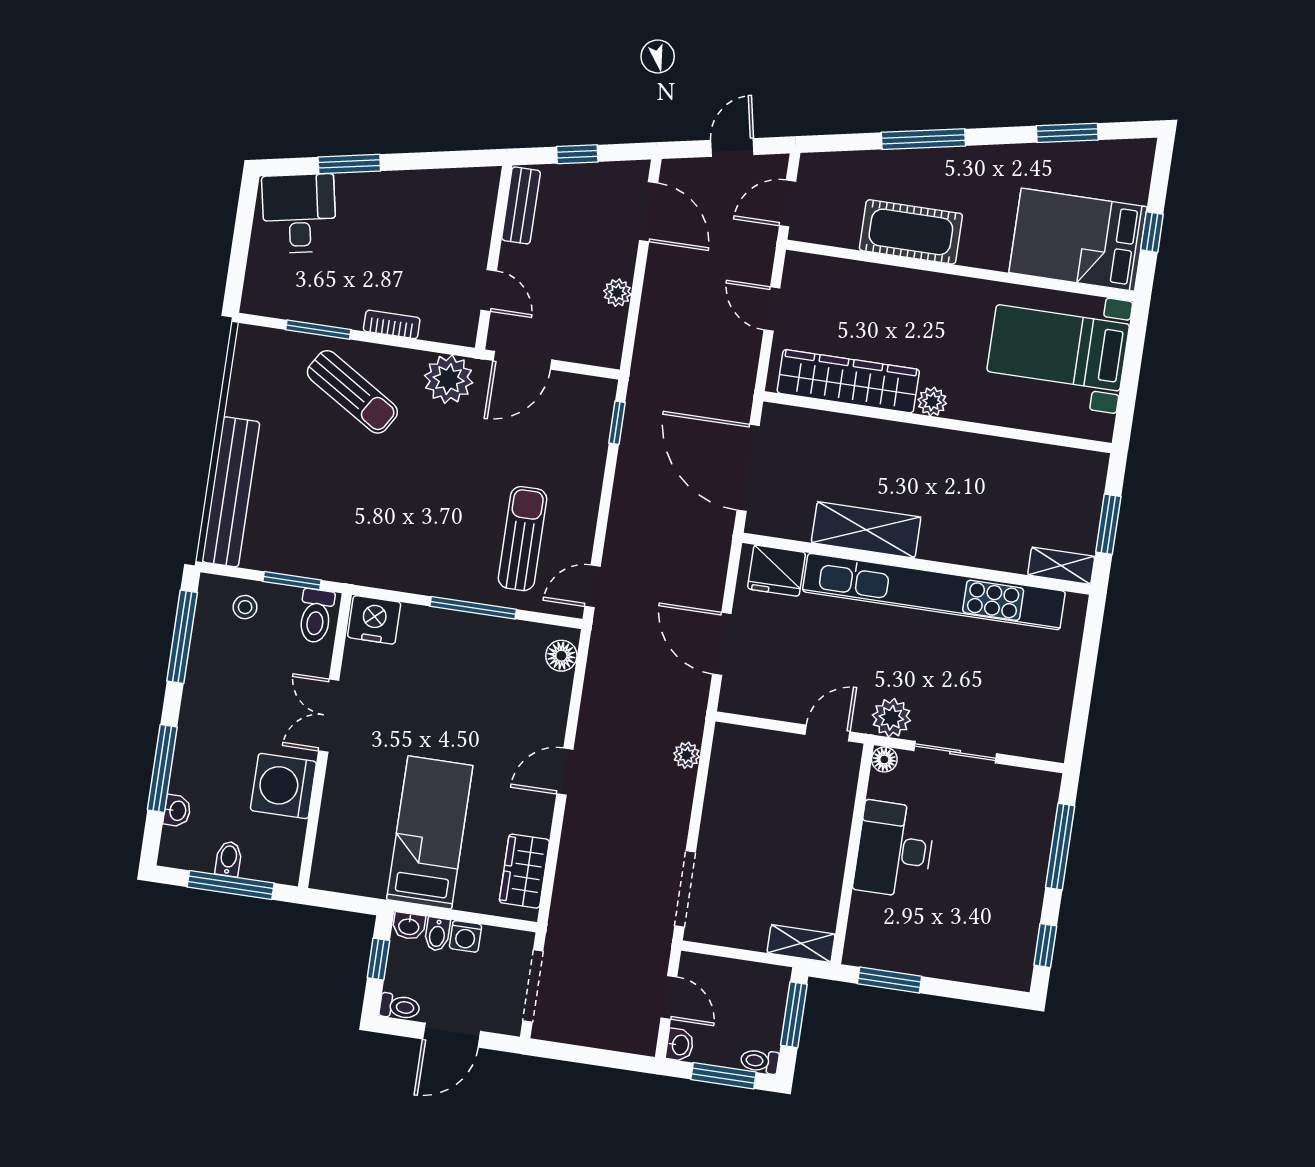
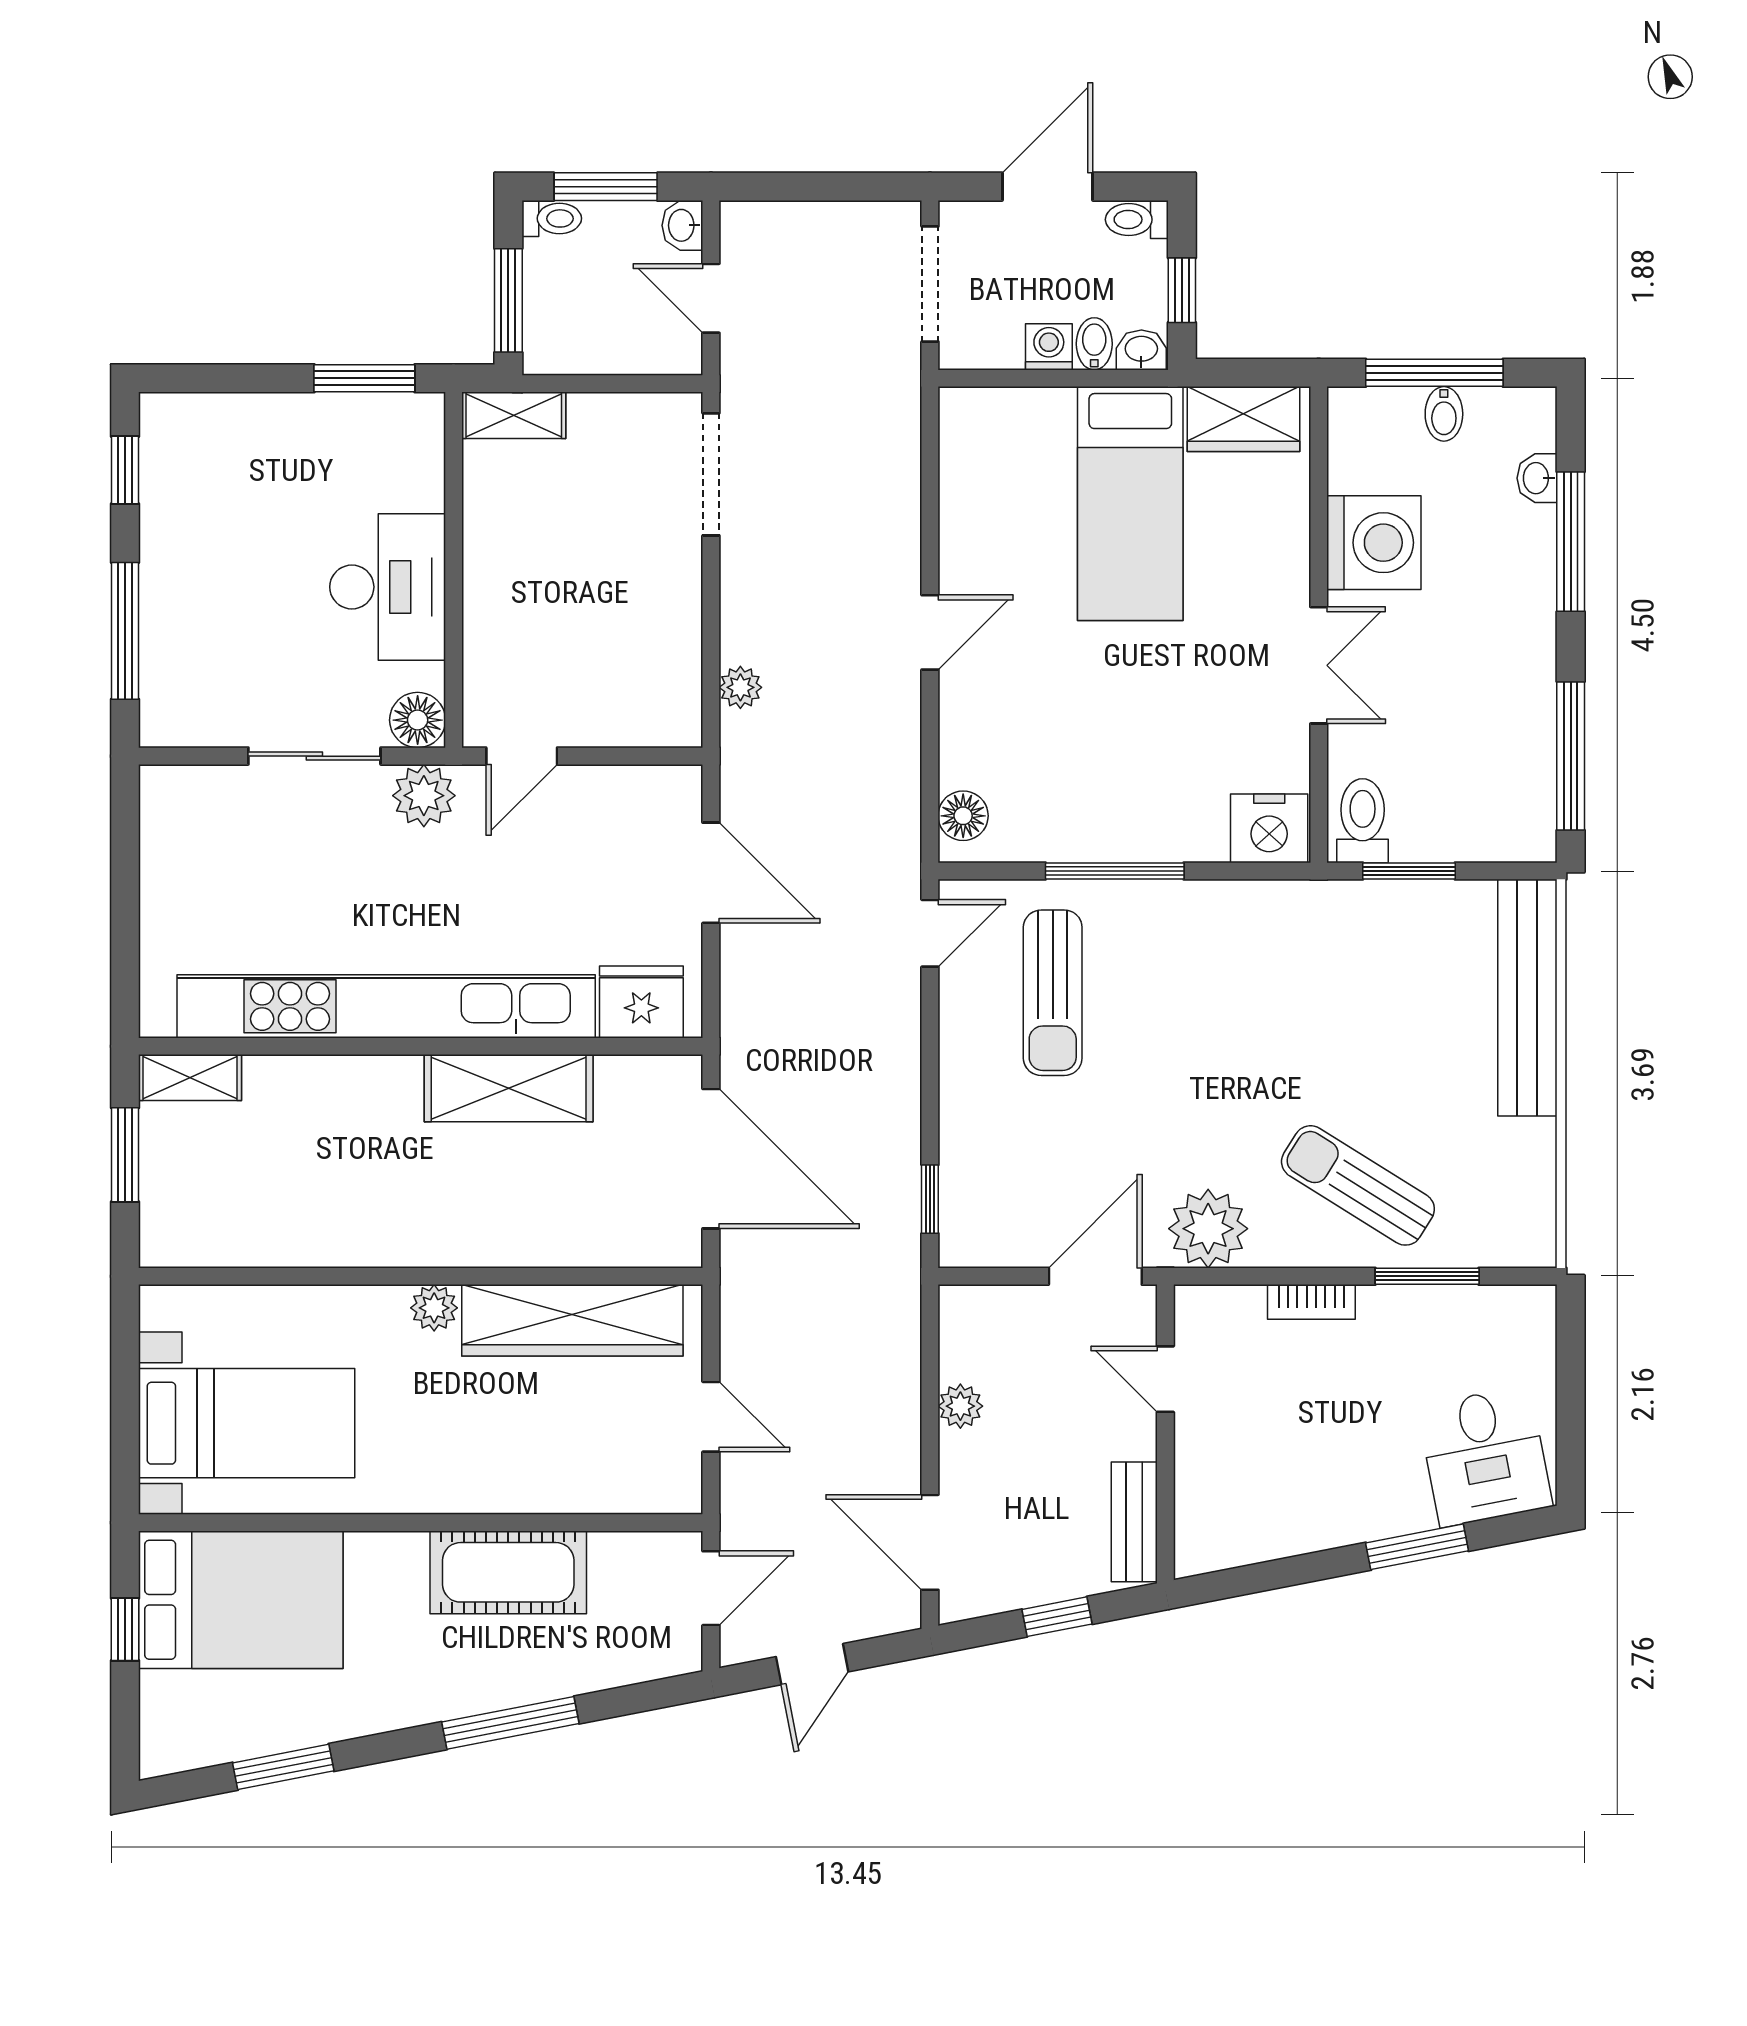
stool: (245, 607) -> (1477, 818), removed
floor lamp: (884, 759) -> (418, 720), width x1.37, depth x1.37
wardrobe: (524, 871) -> (1244, 419), moved, turned 90

